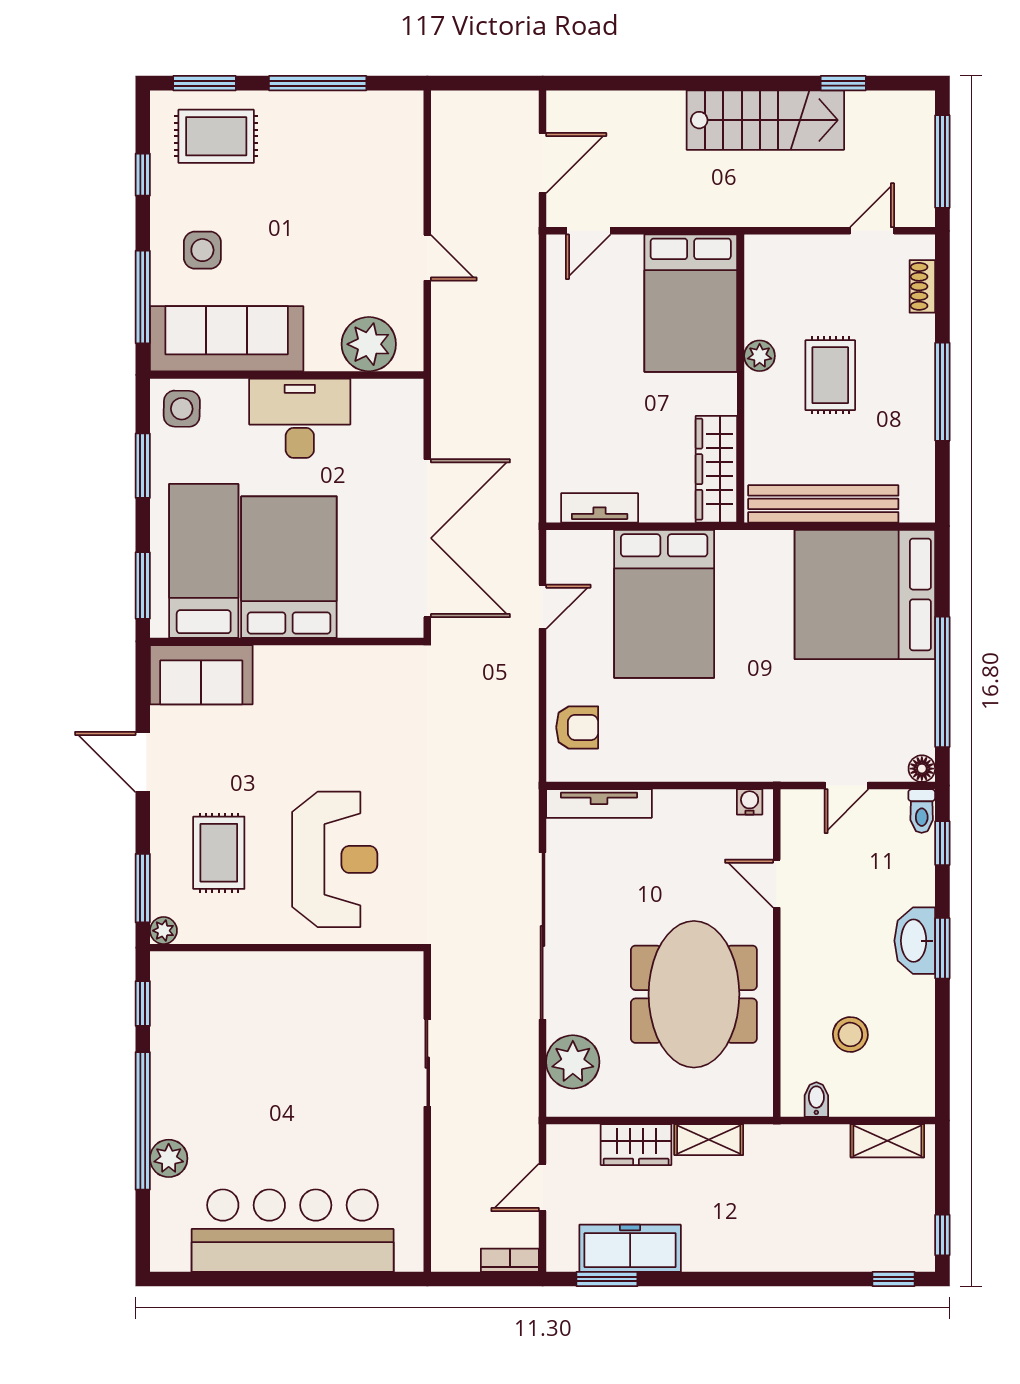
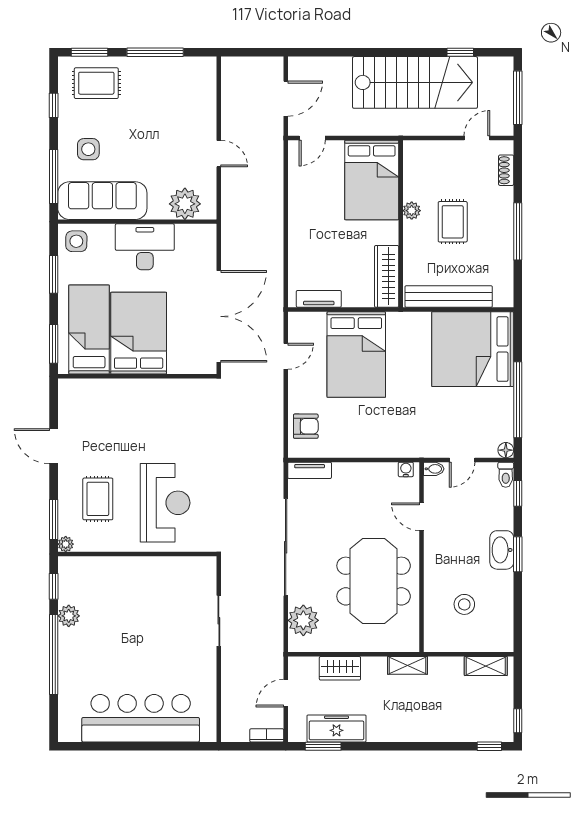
stairs: (765, 120) -> (415, 82), width x1.36, depth x1.51
sofa: (201, 675) -> (88, 396), removed
tv unit: (599, 803) -> (310, 470), width x0.71
bidet: (816, 1100) -> (434, 469), moved, turned 90
shelving: (709, 1140) -> (408, 665), moved
plant: (169, 1158) -> (69, 616), moved

